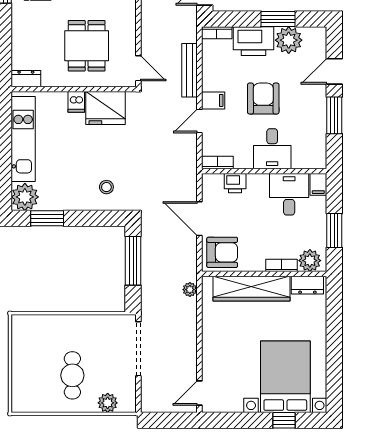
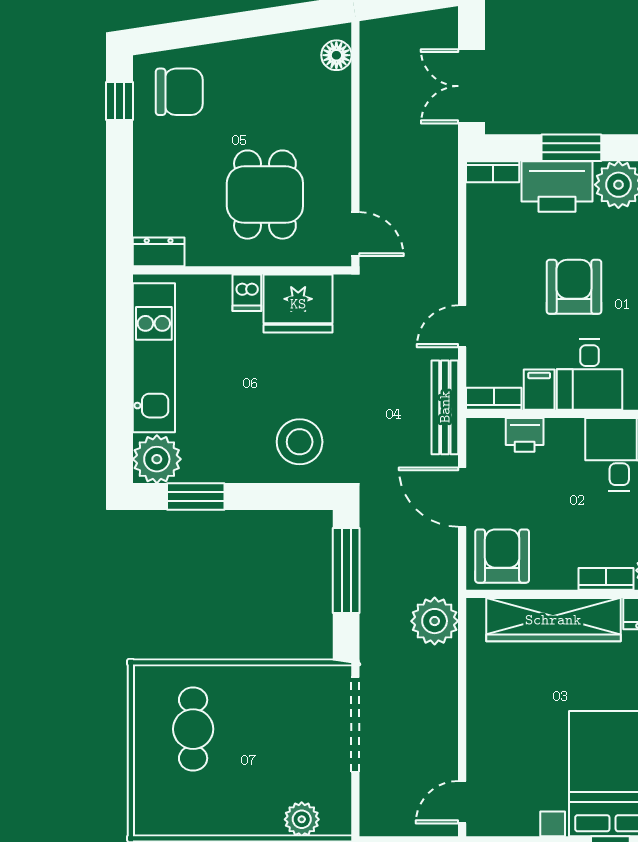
window: (278, 19) -> (571, 148), moved
bench: (189, 70) -> (445, 407), moved
filing cabinet: (213, 100) -> (539, 390), moved, turned -90
stool: (106, 187) -> (300, 442), width x1.89, depth x1.89
armchair: (222, 252) -> (502, 556), turned -90
plant: (190, 290) -> (435, 621), width x1.88, depth x1.88
cafe table: (72, 375) -> (193, 729), moved

